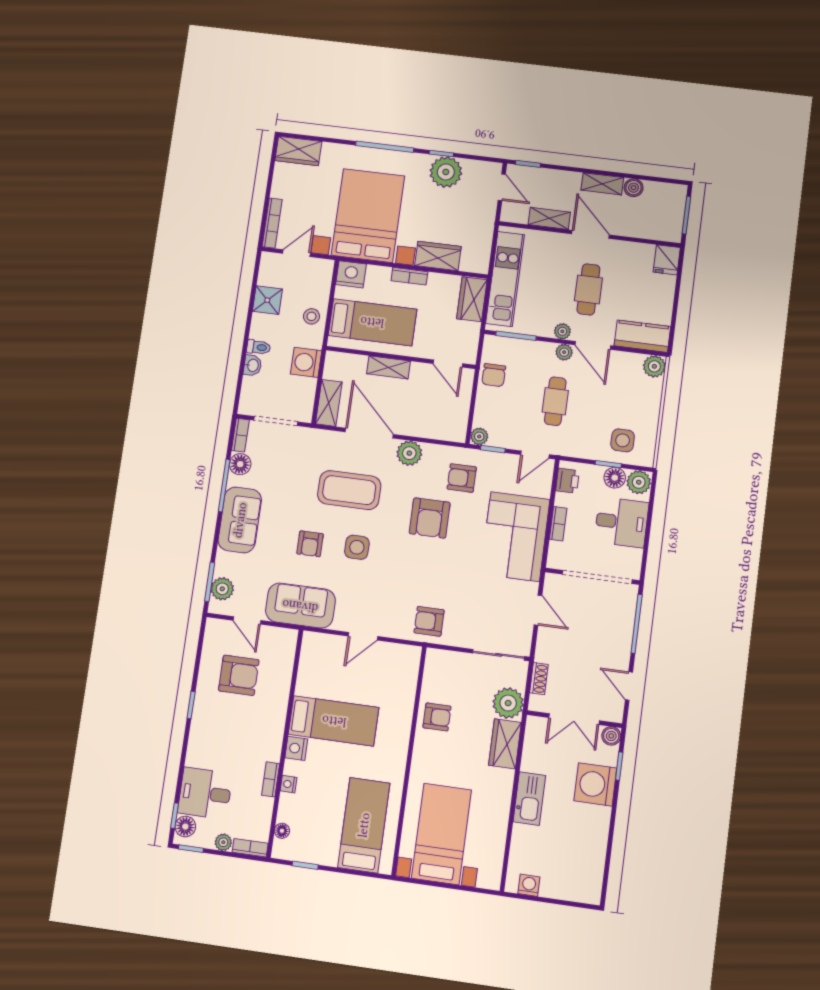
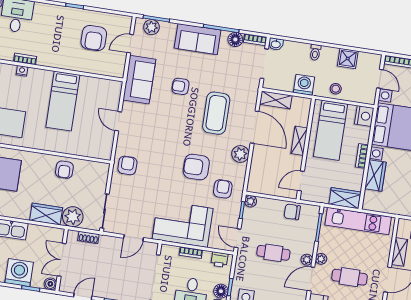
washbasin: (253, 365) -> (276, 44), moved
door: (369, 433) -> (255, 127), hinge flipped
side table: (357, 547) -> (178, 118), removed
nightstand: (296, 748) -> (45, 76), removed

